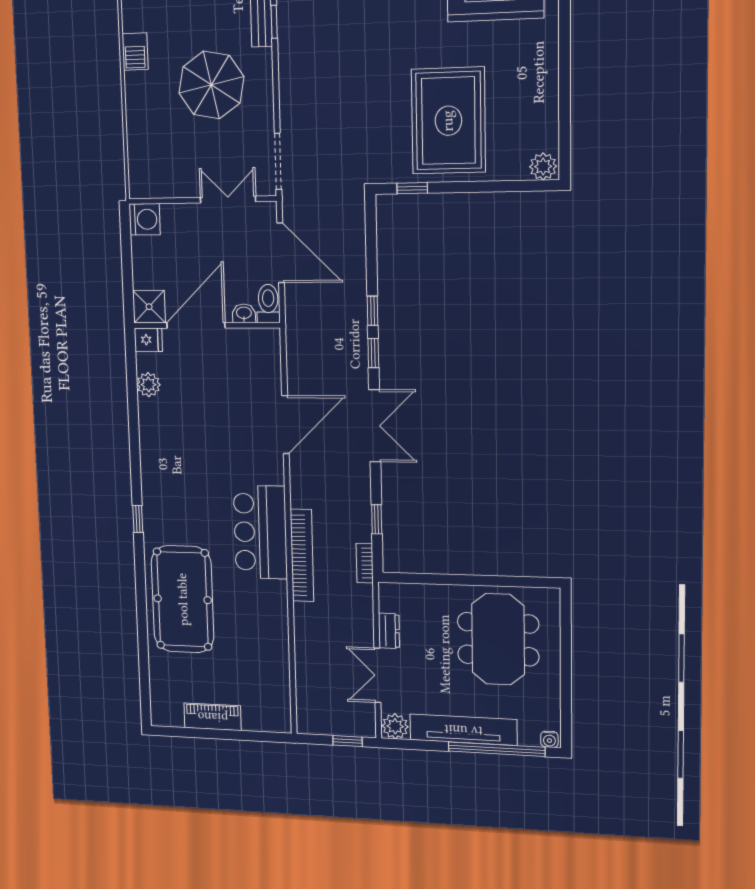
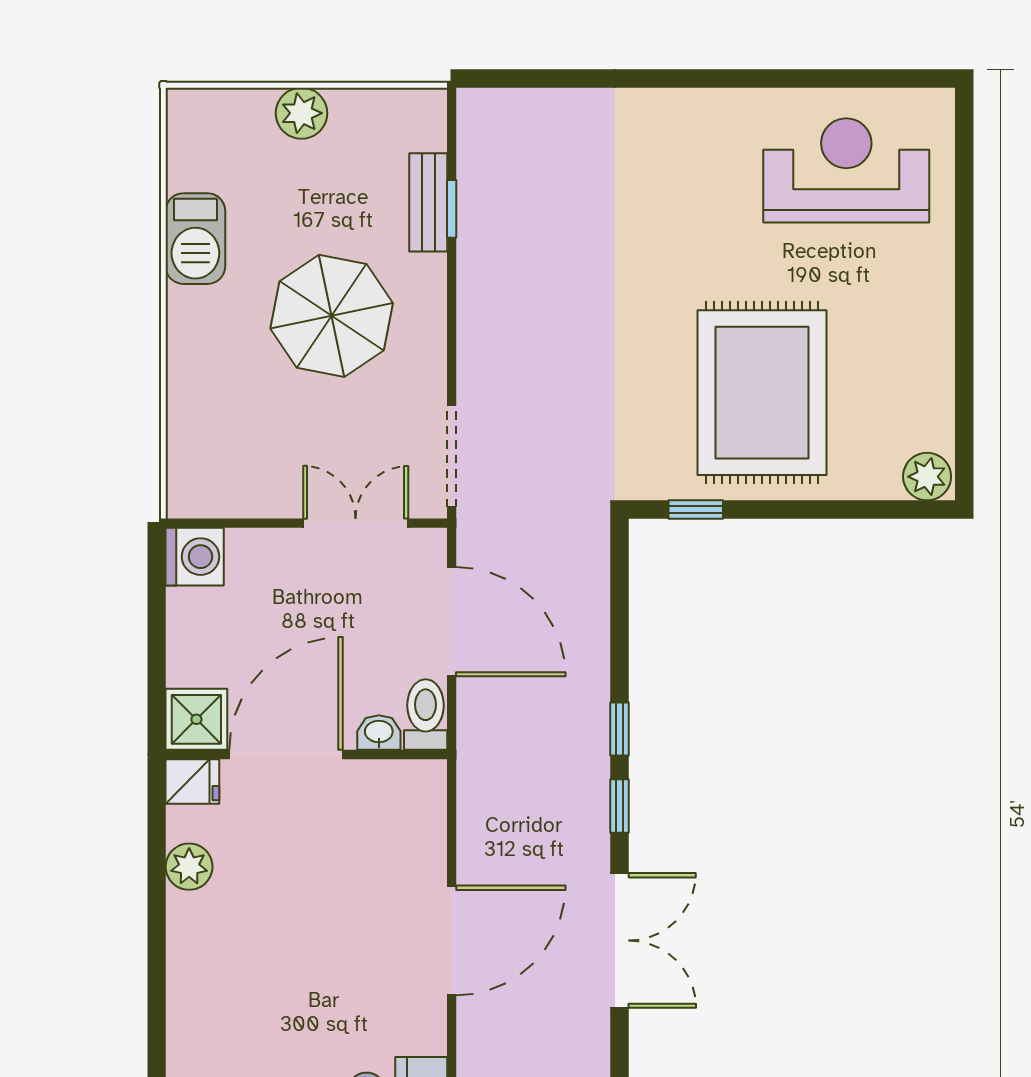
barbecue: (135, 52) -> (195, 239), width x1.38, depth x1.27

